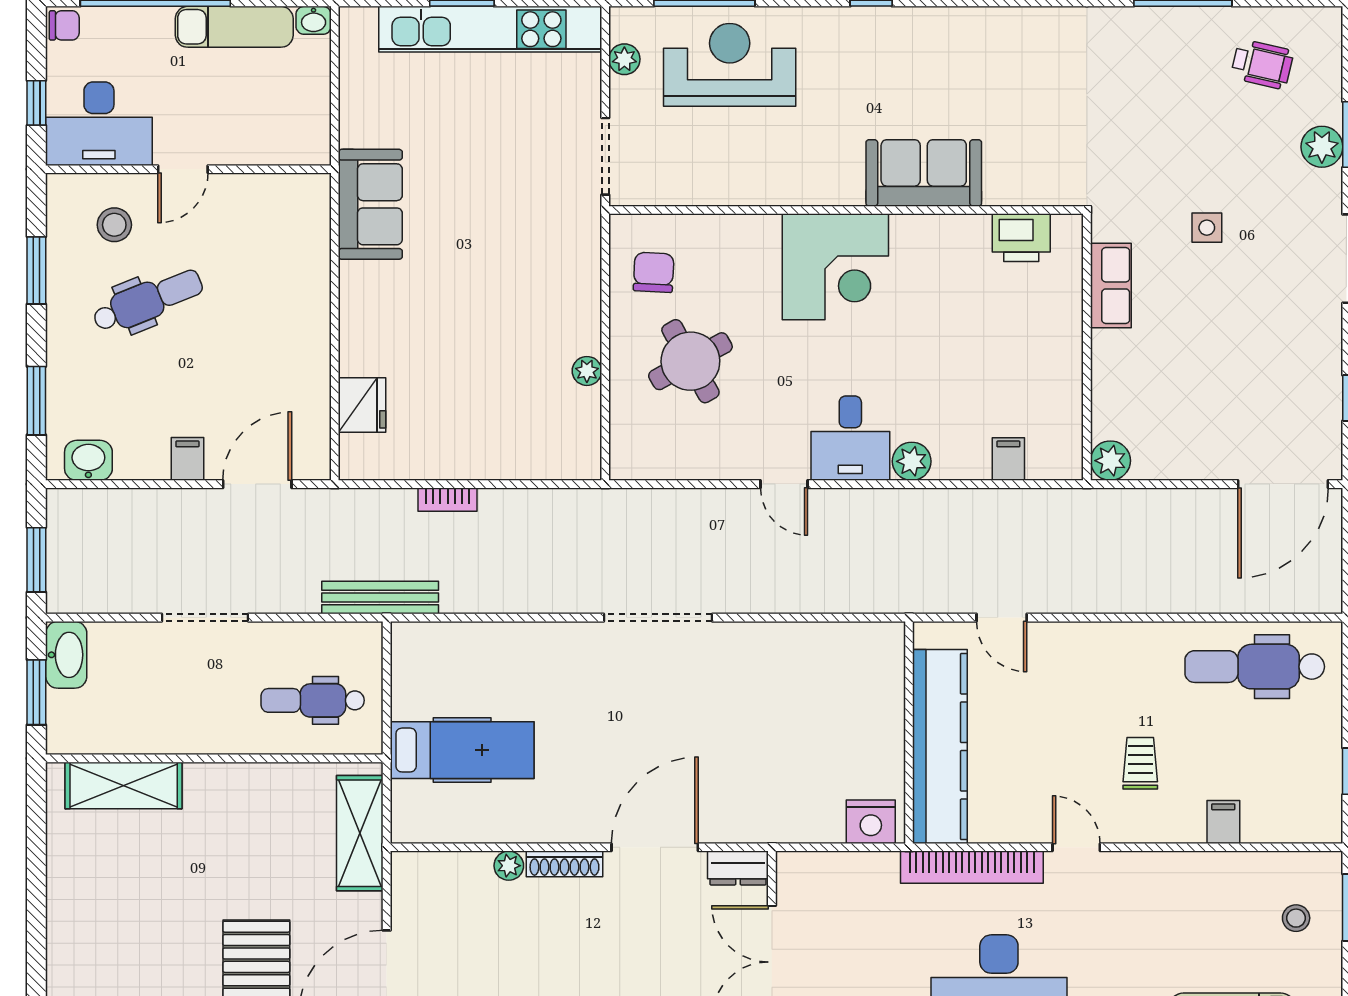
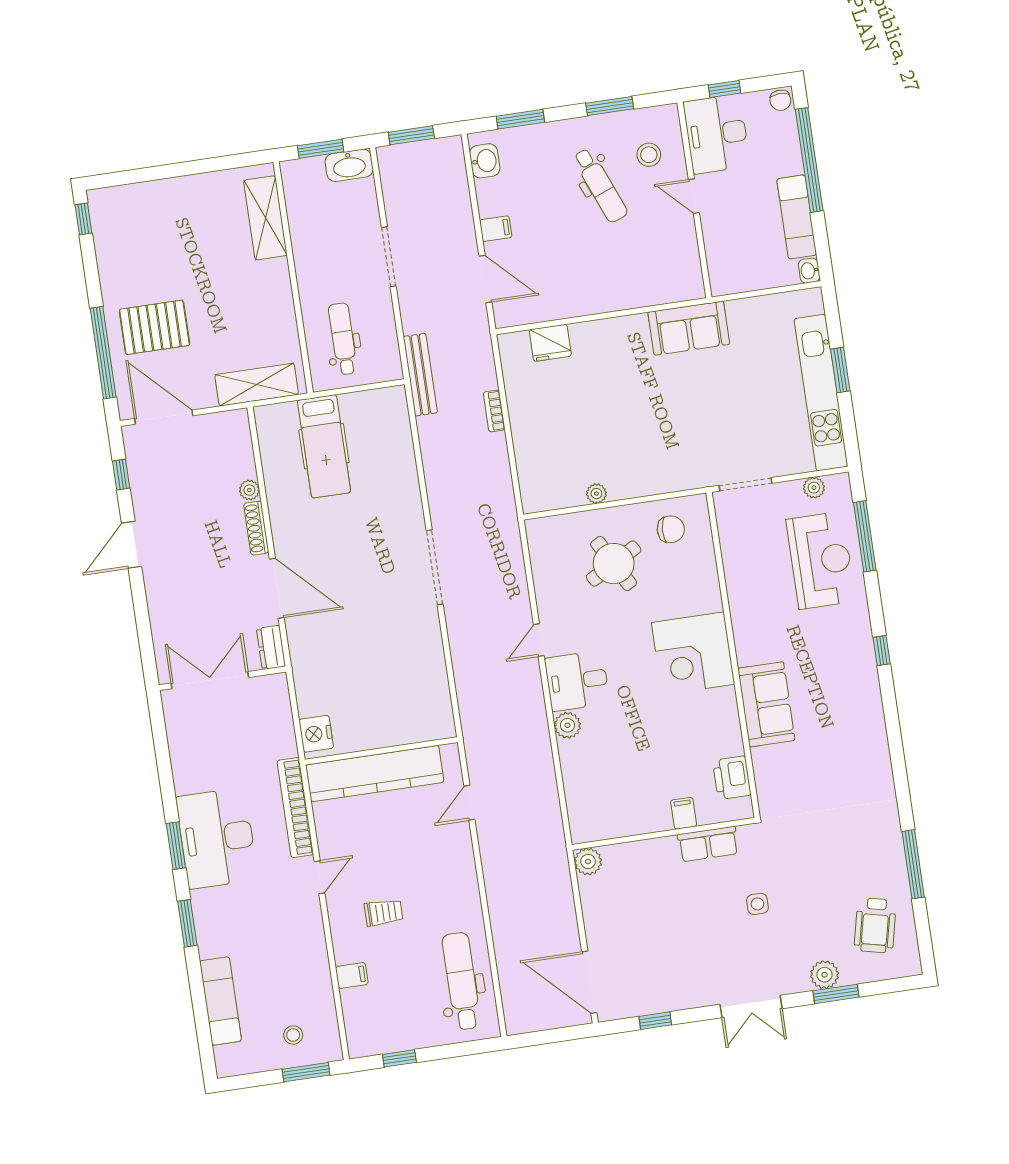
wheelchair: (1262, 64) -> (875, 925), width x1.36, depth x1.37
filing cabinet: (1008, 459) -> (684, 813), moved, turned -90

